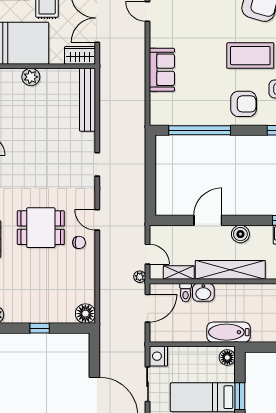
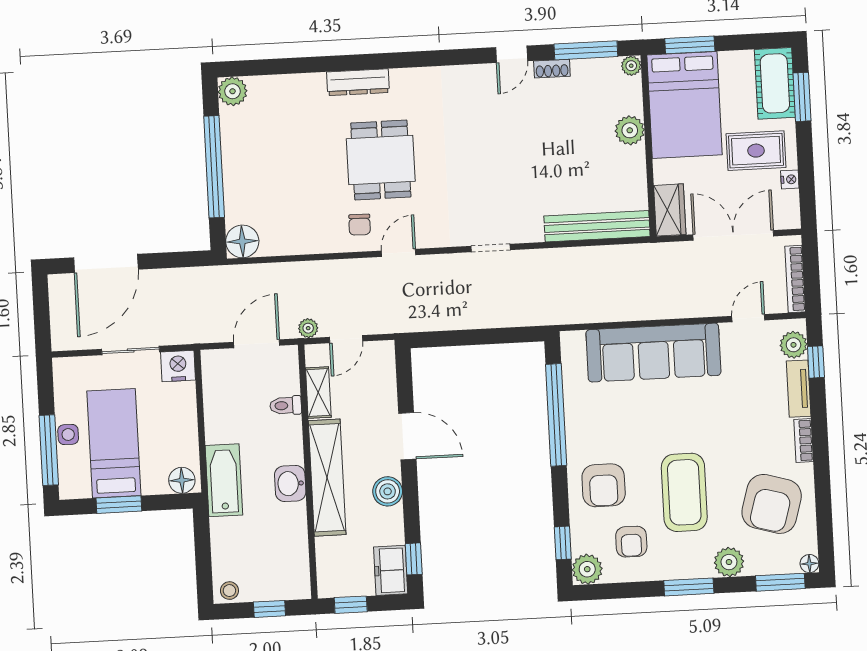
sofa: (162, 70) -> (653, 353), width x1.85, depth x1.27
washbasin: (203, 292) -> (290, 484), moved
door: (148, 308) -> (257, 344), swing flipped
window: (40, 328) -> (214, 167), width x3.17

